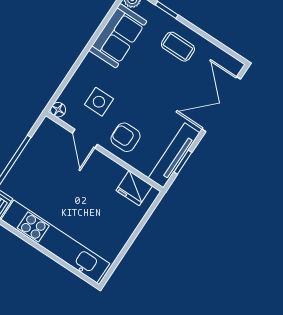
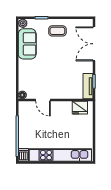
side table: (99, 102) -> (38, 79), removed
armchair: (125, 137) -> (61, 87), removed
tv unit: (174, 155) -> (88, 86), width x0.71

